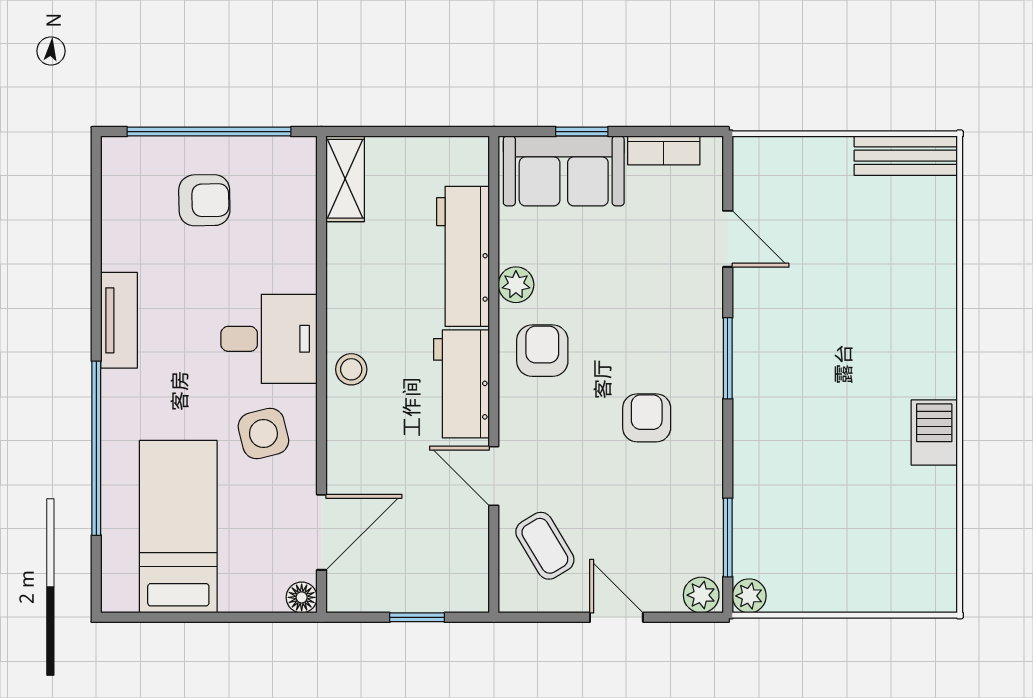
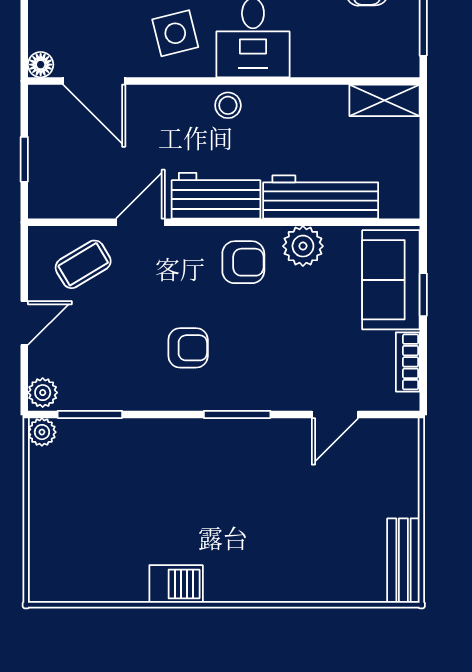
plant: (516, 285) -> (303, 246), width x1.38, depth x1.38

